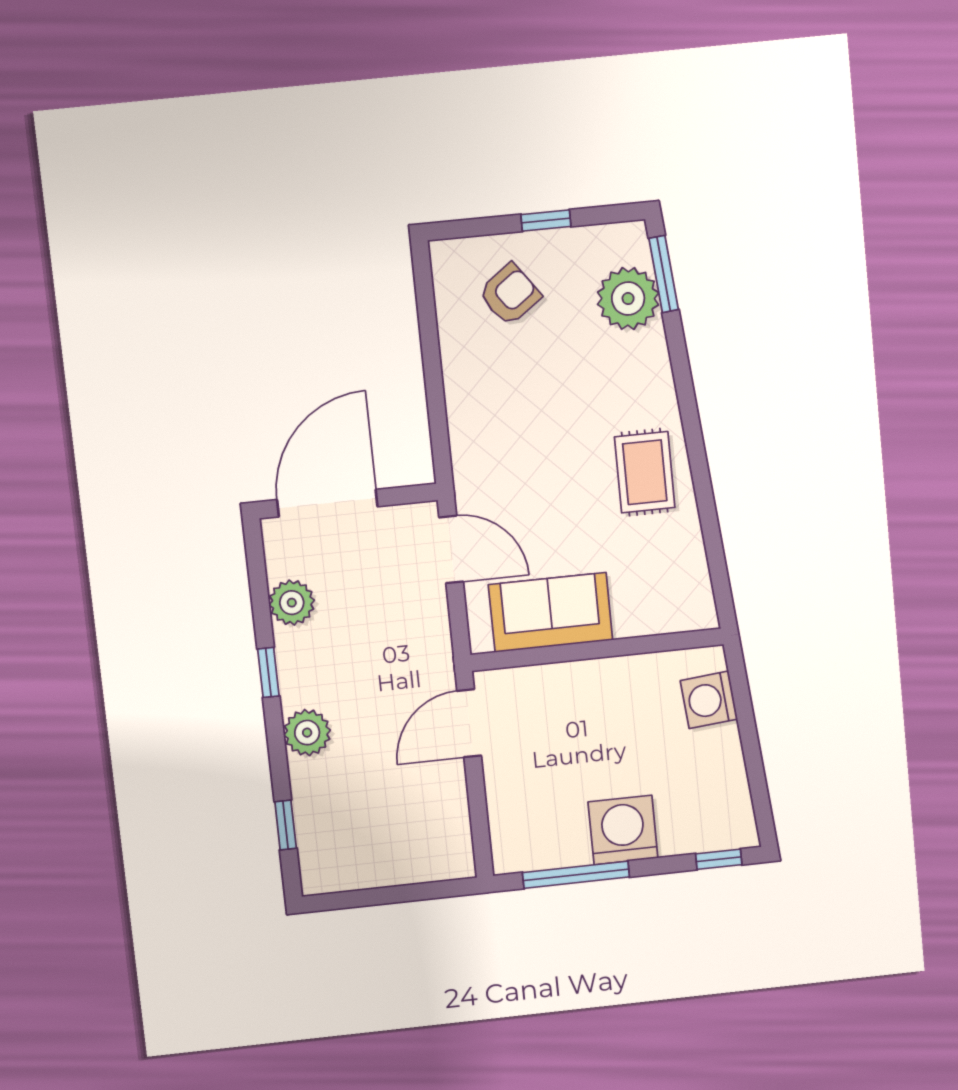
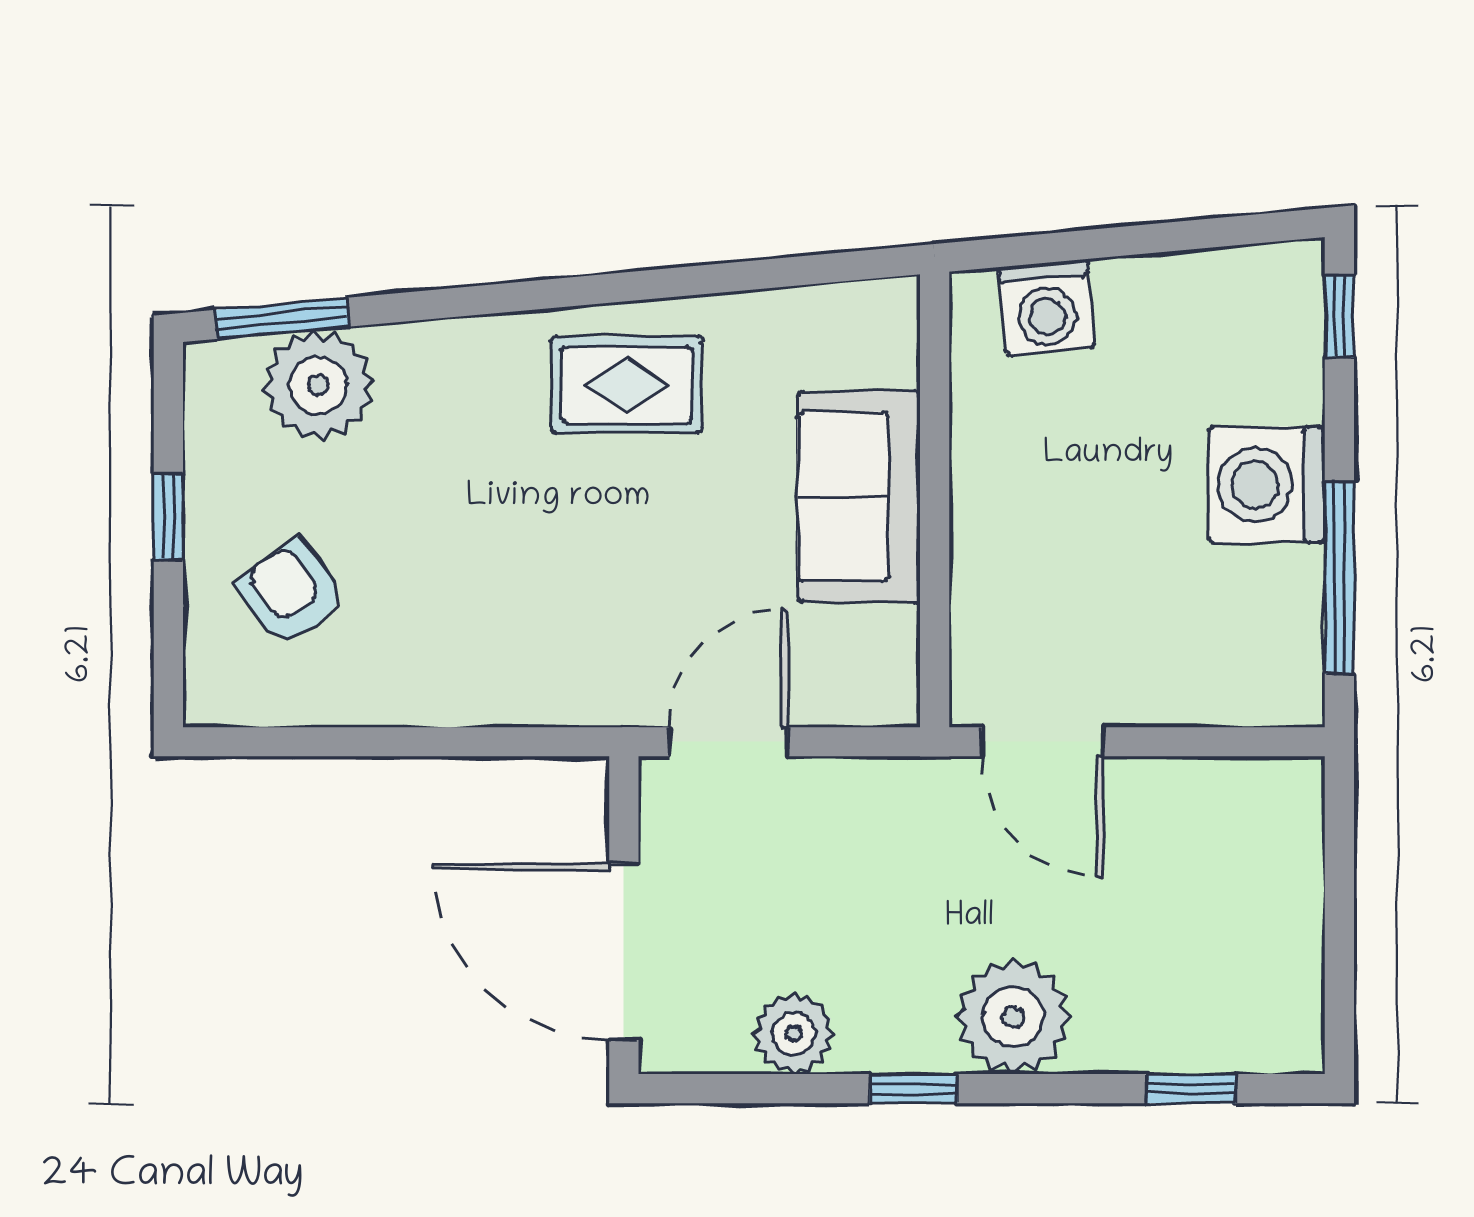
sofa: (551, 612) -> (859, 497), moved
plant: (307, 733) -> (1013, 1017), width x1.36, depth x1.36

